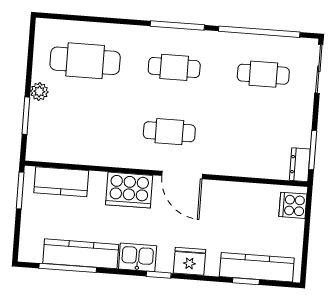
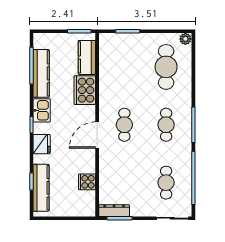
plant: (39, 92) -> (185, 39), moved
dresser: (300, 165) -> (114, 211), width x1.44
cooker: (129, 190) -> (85, 90), moved
cooker: (293, 205) -> (87, 182), moved, turned -90

